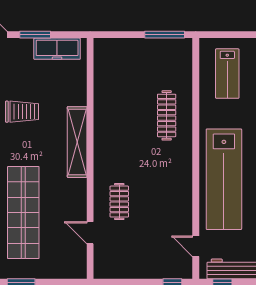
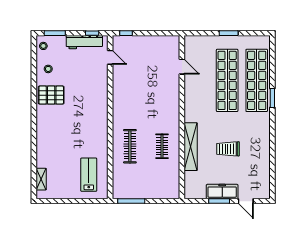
freezer: (57, 49) -> (222, 191), moved
shelving: (77, 142) -> (191, 147), moved
lab bench: (224, 179) -> (91, 103), removed
clothes rail: (119, 202) -> (162, 146), moved

